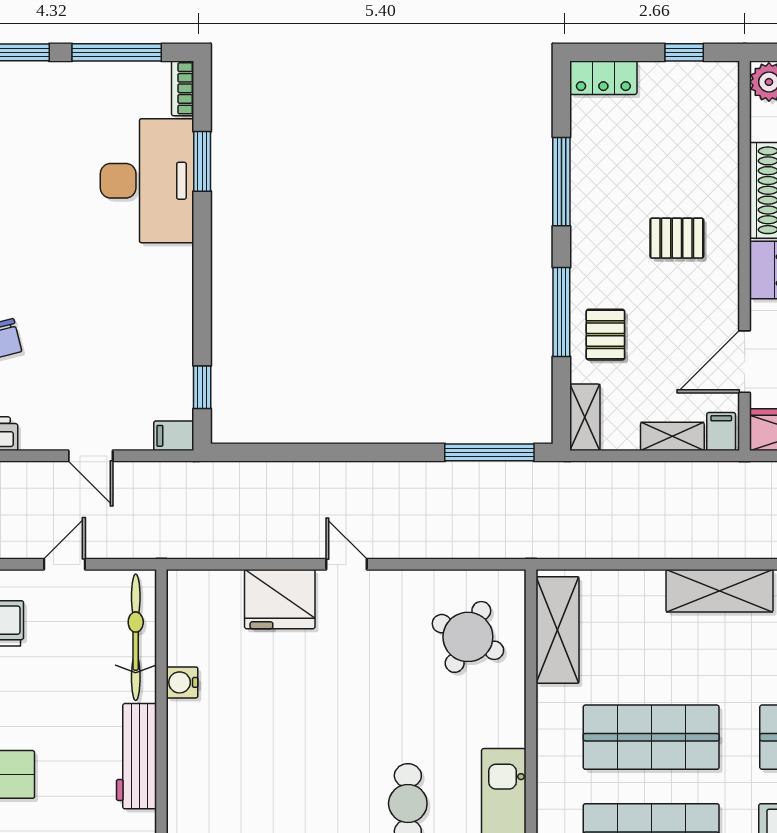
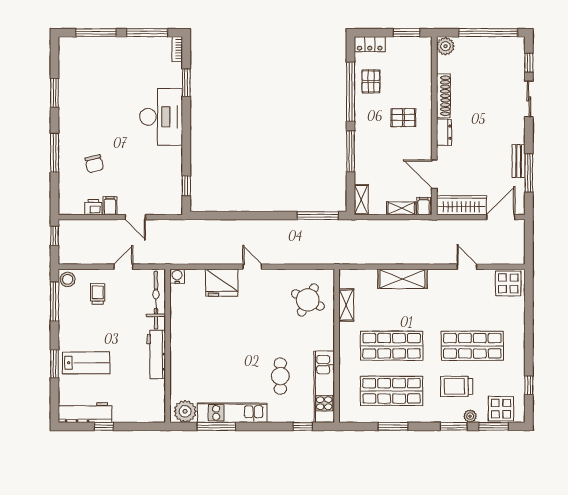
window: (684, 52) -> (407, 33), width x1.50
desk: (147, 181) -> (161, 117), moved
window: (561, 182) -> (351, 92), width x1.46
pallet: (605, 335) -> (371, 81), moved
door: (745, 362) -> (434, 174), hinge flipped
filing cabinet: (174, 436) -> (110, 206), moved, turned 90
shelving: (720, 591) -> (402, 279), moved
shelving: (557, 630) -> (346, 305), width x0.67, depth x0.75
water cooler: (182, 682) -> (177, 276), moved, turned 90

